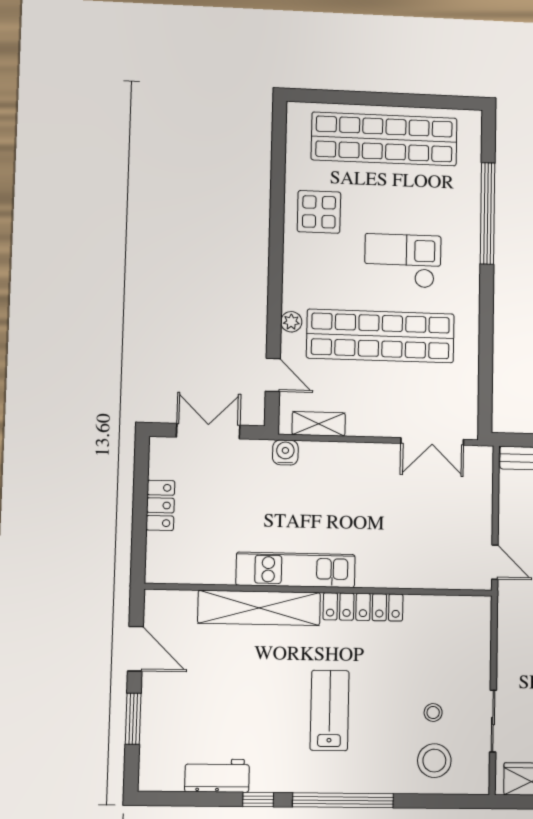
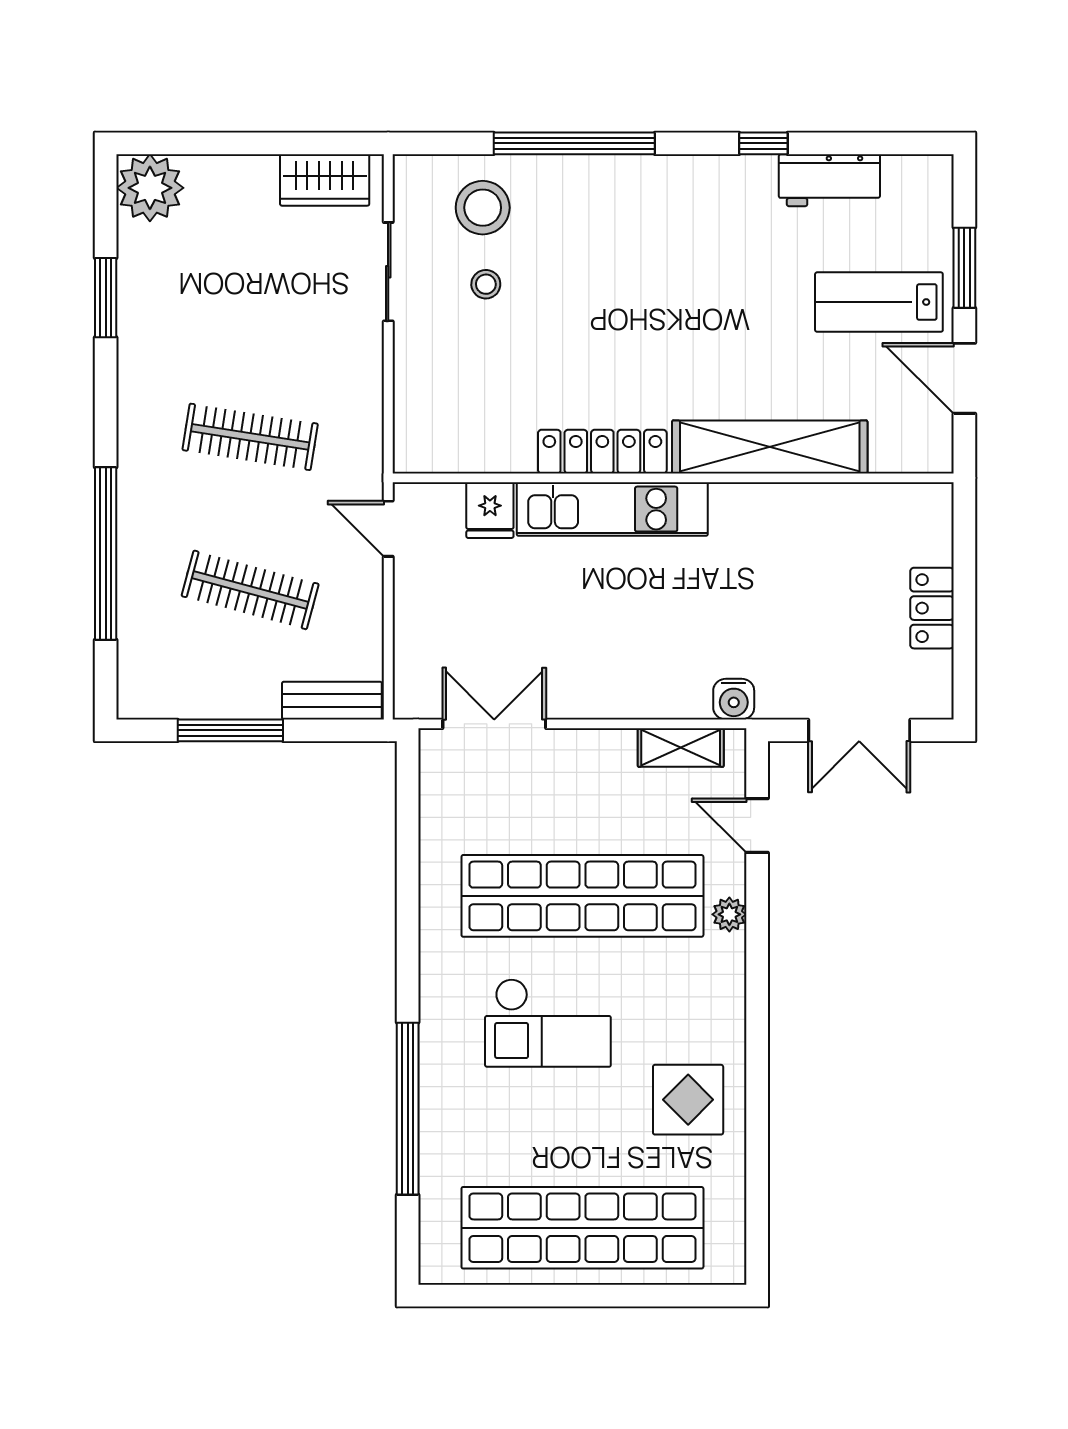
kitchen unit: (296, 570) -> (612, 509), moved
fridge: (433, 572) -> (490, 510), added
lab bench: (330, 710) -> (879, 302), moved, turned 90
window: (343, 800) -> (574, 143), moved

